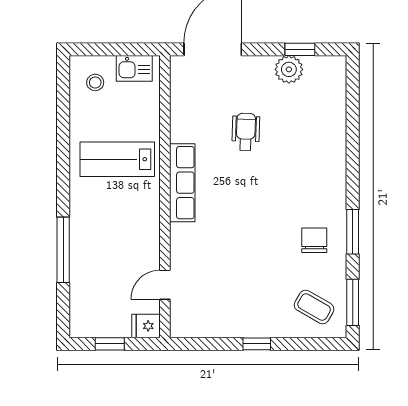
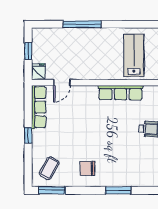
window: (353, 232) -> (118, 190), moved
chair: (314, 240) -> (87, 168), turned 180
door: (165, 285) -> (62, 83), swing flipped
row of seats: (208, 325) -> (39, 107), added

